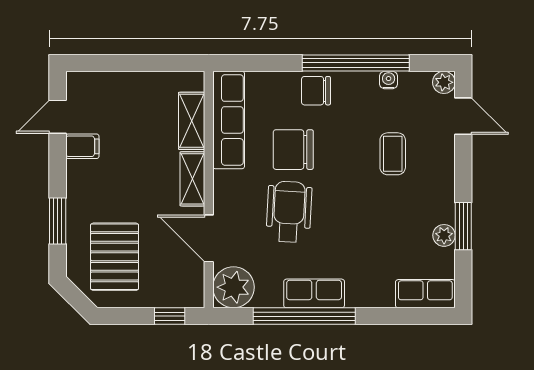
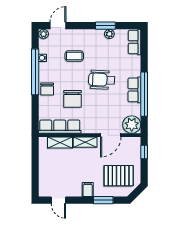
filing cabinet: (82, 146) -> (88, 190), moved
wheelchair: (289, 212) -> (102, 80), moved

